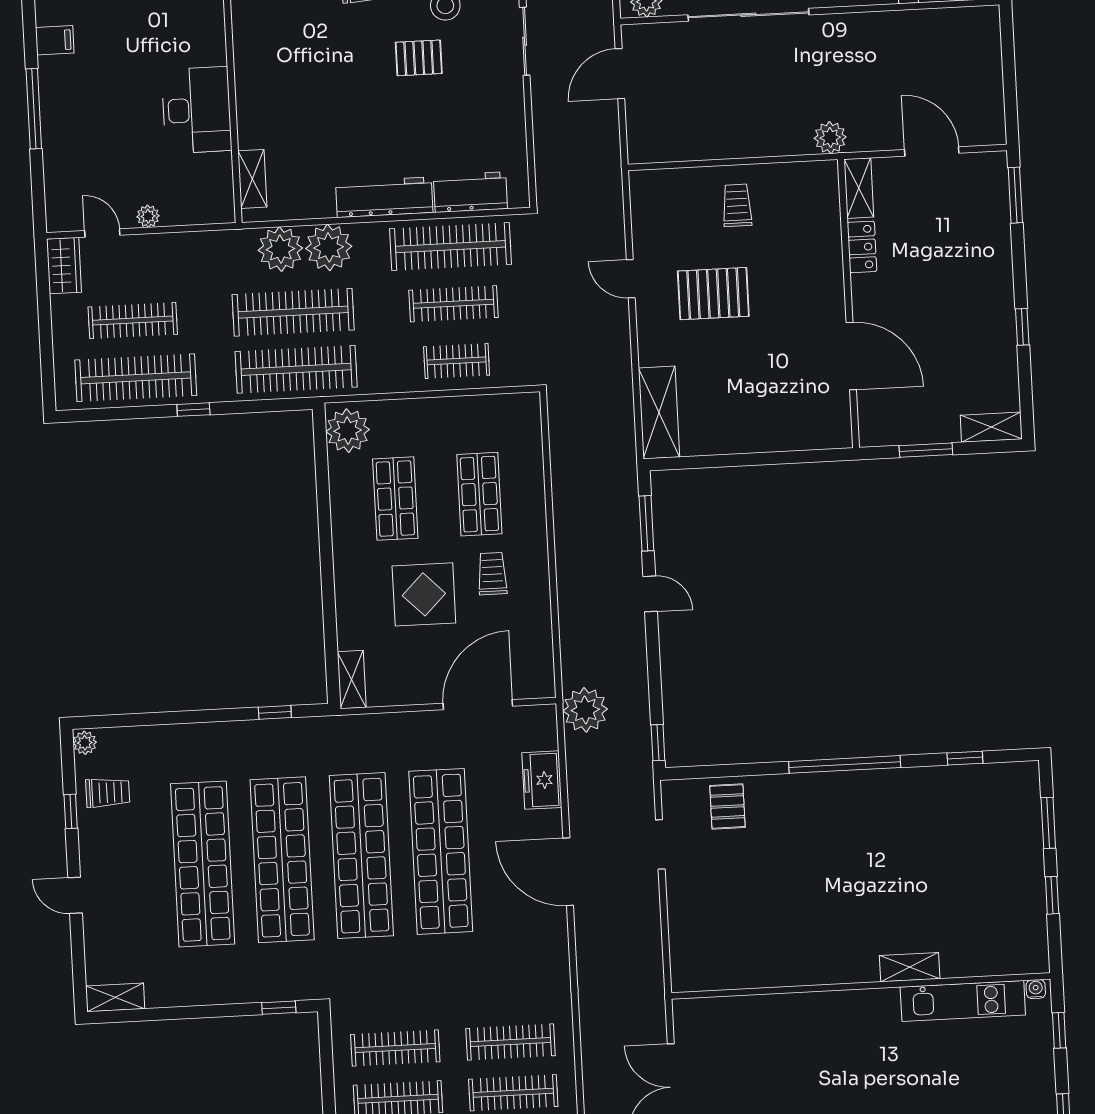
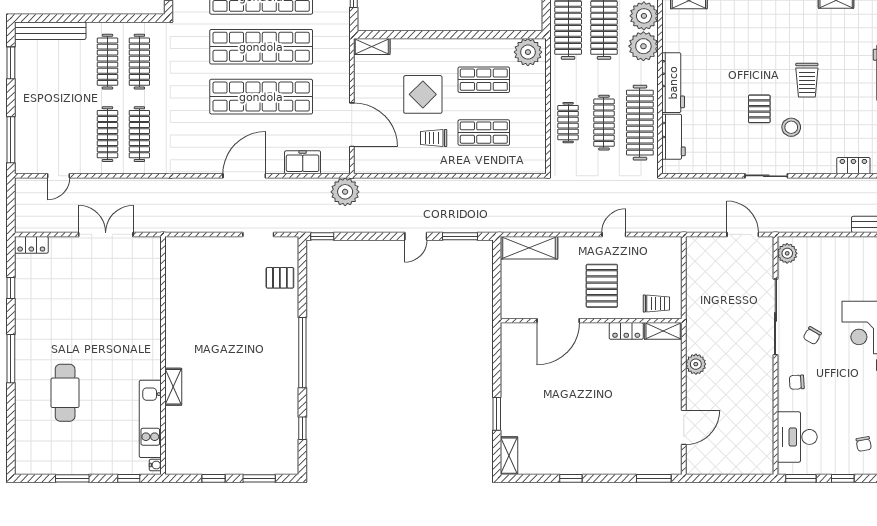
shelving: (859, 188) -> (663, 331), moved
locker: (862, 247) -> (626, 331), moved
wall: (848, 304) -> (591, 321), moved
door: (851, 356) -> (558, 321), moved
trolley: (492, 574) -> (434, 138), turned 180

